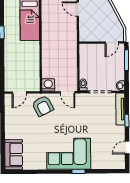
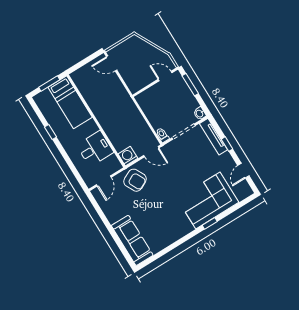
door: (112, 42) -> (165, 76), swing flipped
desk: (27, 65) -> (95, 149), added
corner sofa: (69, 154) -> (208, 200), moved
sofa: (14, 155) -> (132, 240), width x1.36

